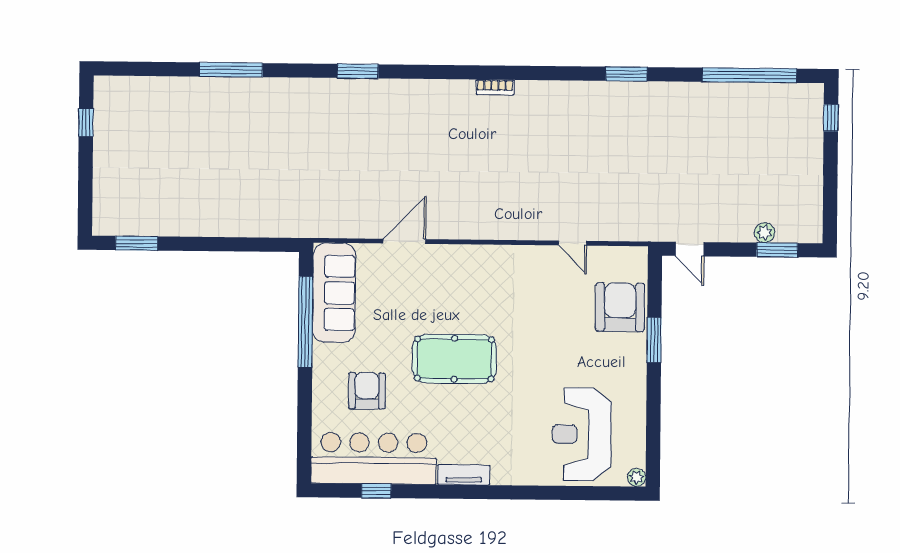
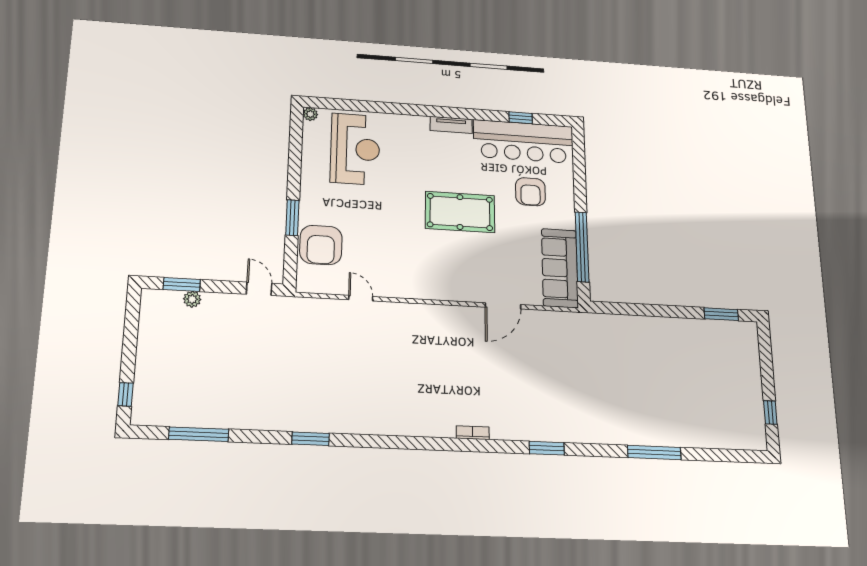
window: (749, 75) -> (199, 434), width x0.68
bookcase: (495, 87) -> (473, 433), moved

